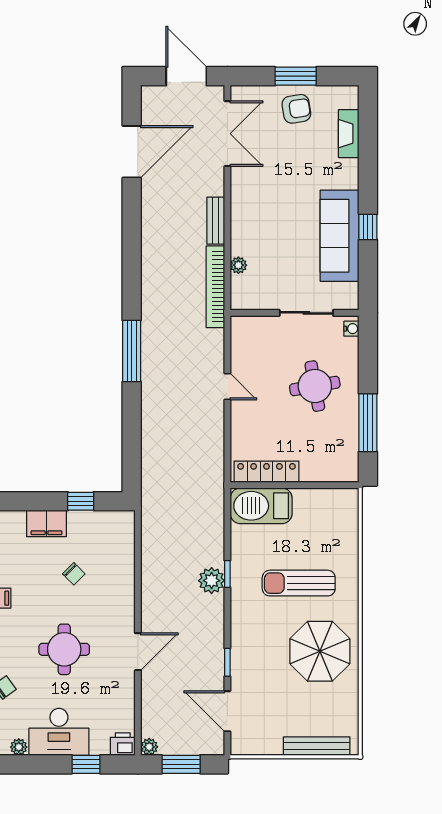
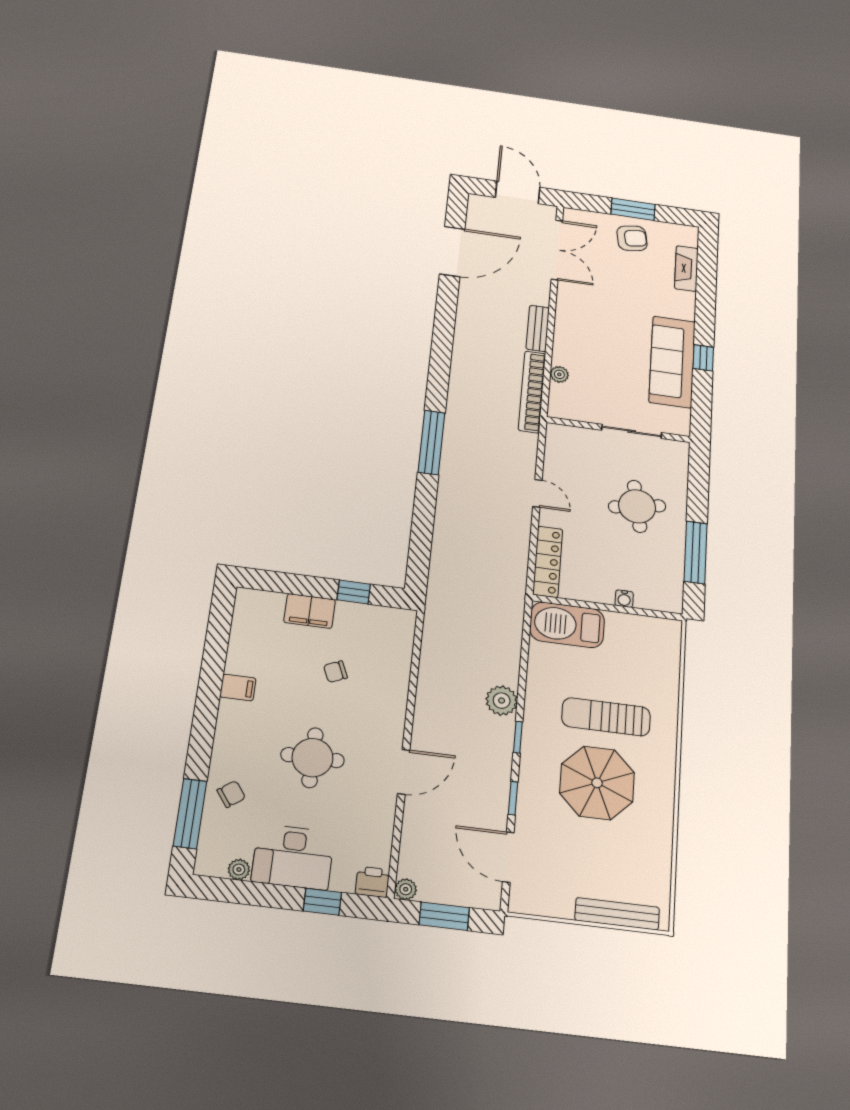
water cooler: (351, 329) -> (624, 599), moved, turned 90
locker: (266, 472) -> (548, 562), moved, turned 90
chair: (74, 574) -> (335, 672), turned 112
window: (227, 574) -> (518, 737), moved
parasol: (320, 651) -> (597, 783), moved

